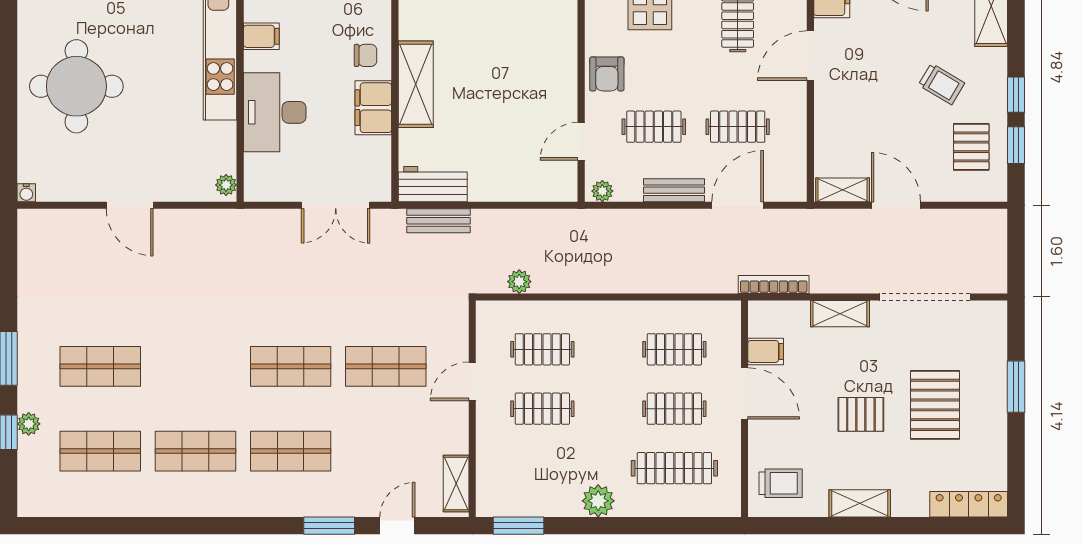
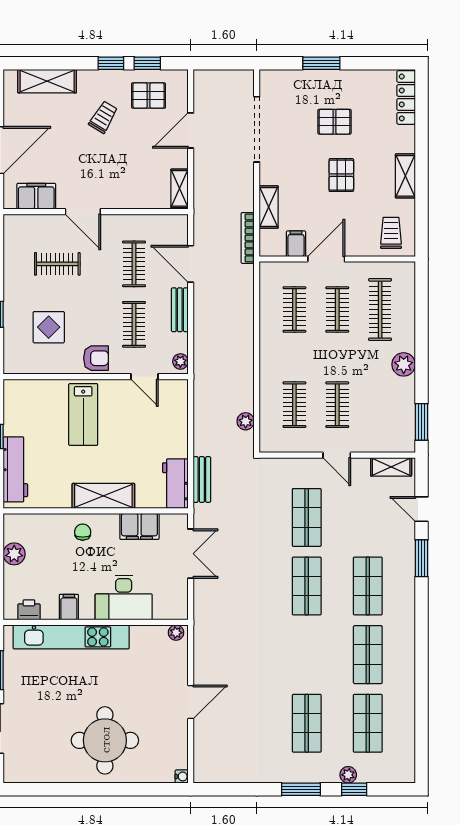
lab bench: (529, 56) -> (83, 414), added
filing cabinet: (373, 108) -> (139, 526), moved
door: (896, 205) -> (191, 130), moved
shelving: (840, 314) -> (269, 207), moved
door: (472, 381) -> (337, 455), moved
pallet: (935, 405) -> (334, 122), width x0.67, depth x0.71

